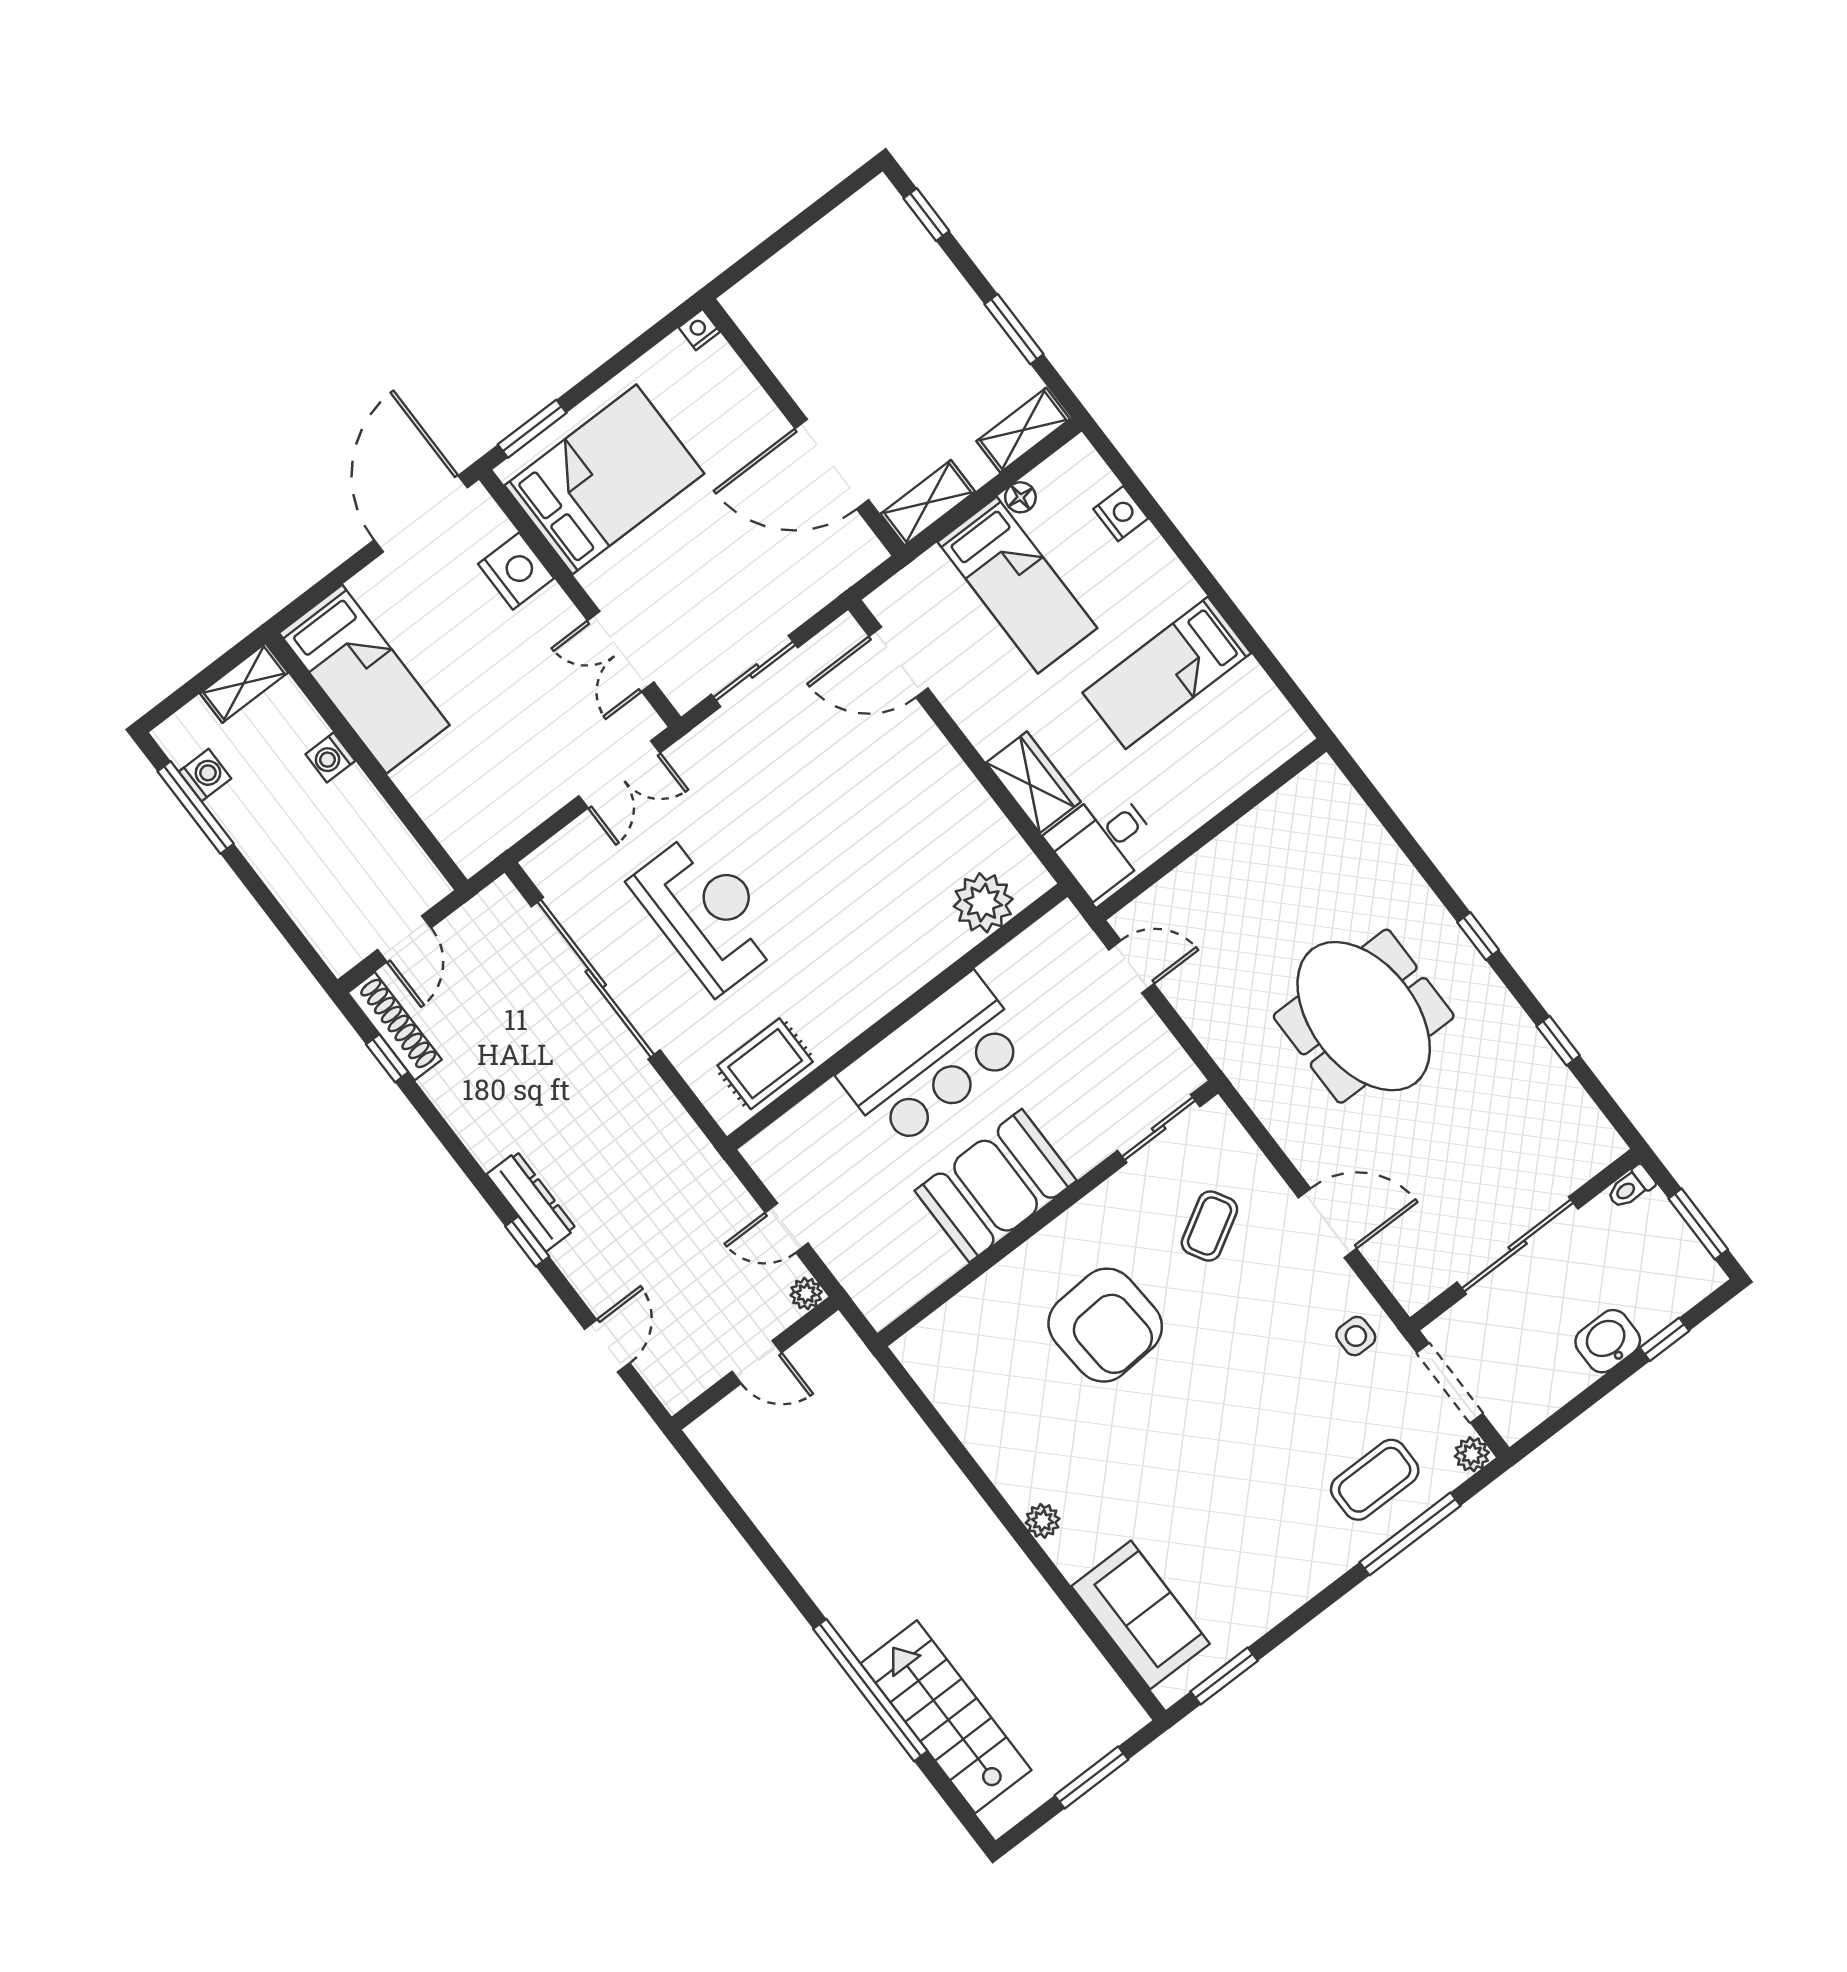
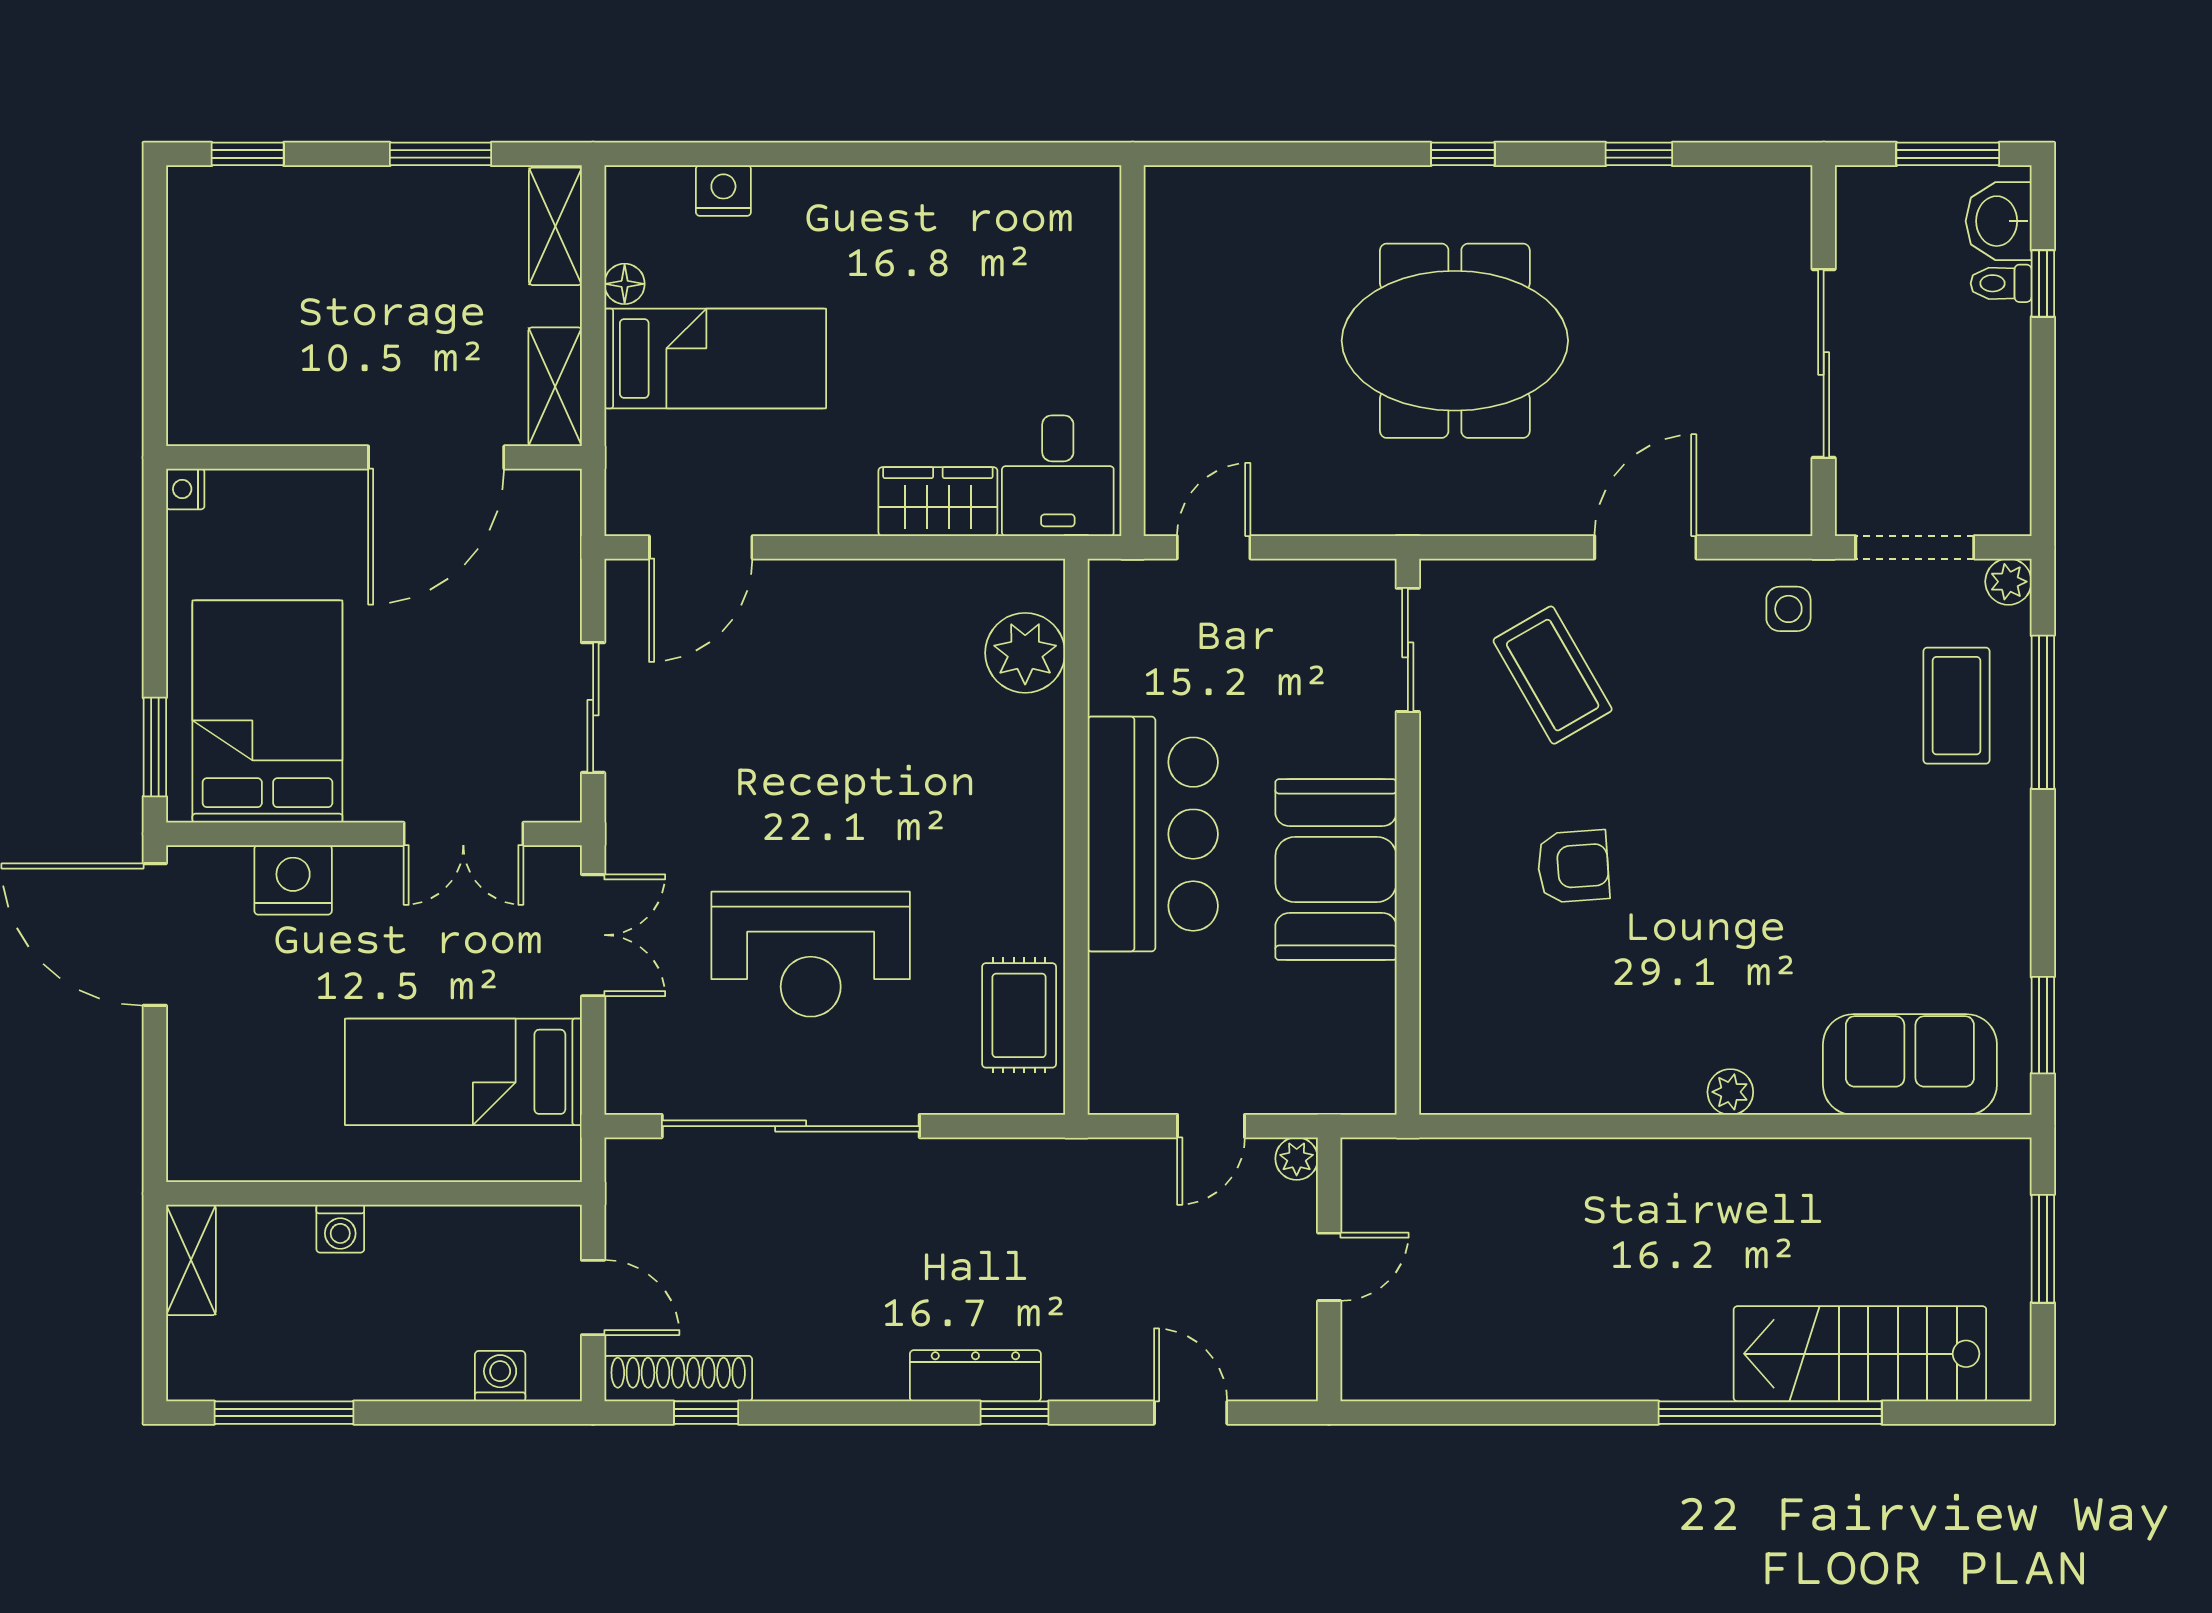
bed: (1167, 673) -> (930, 271), removed
bed: (364, 679) -> (463, 1072), moved, turned 180
washing machine: (205, 775) -> (500, 1376), moved
reception desk: (707, 912) -> (811, 954), turned 180
toilet: (1631, 1187) -> (2001, 283), moved, turned 90
coffee table: (1209, 1226) -> (1553, 675), width x1.36, depth x1.30
armchair: (1105, 1325) -> (1573, 866), width x0.53, depth x0.53
washbasin: (1608, 1341) -> (1999, 221), moved

